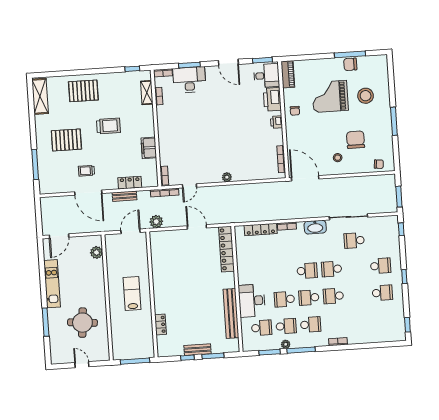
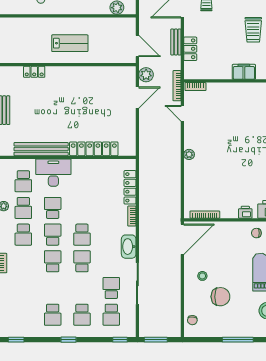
filing cabinet: (149, 148) -> (244, 72), moved
door: (197, 227) -> (137, 98), moved
school desk: (379, 239) -> (111, 315), added
locker: (226, 249) -> (94, 149), moved

